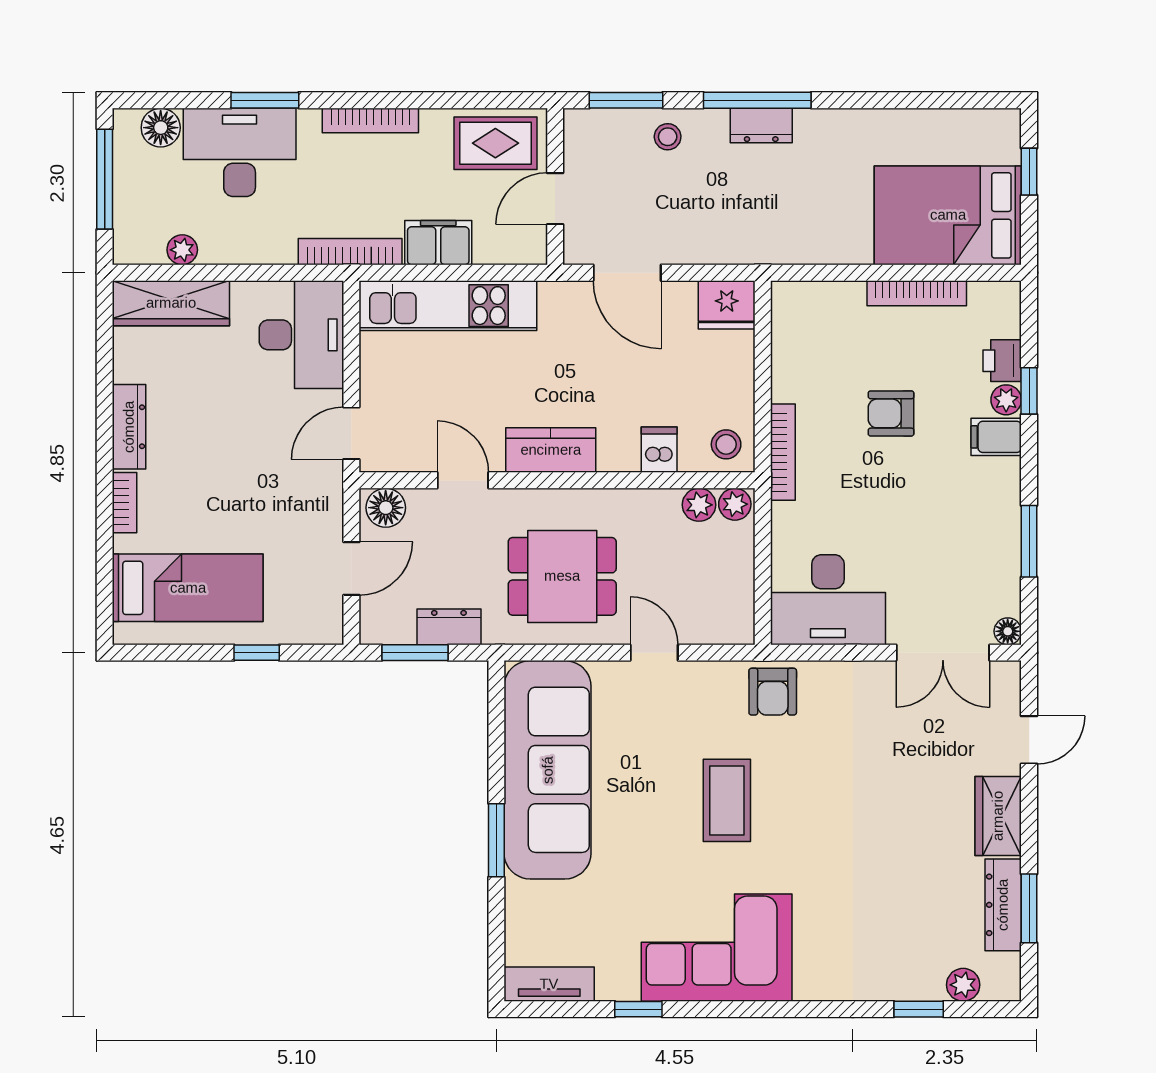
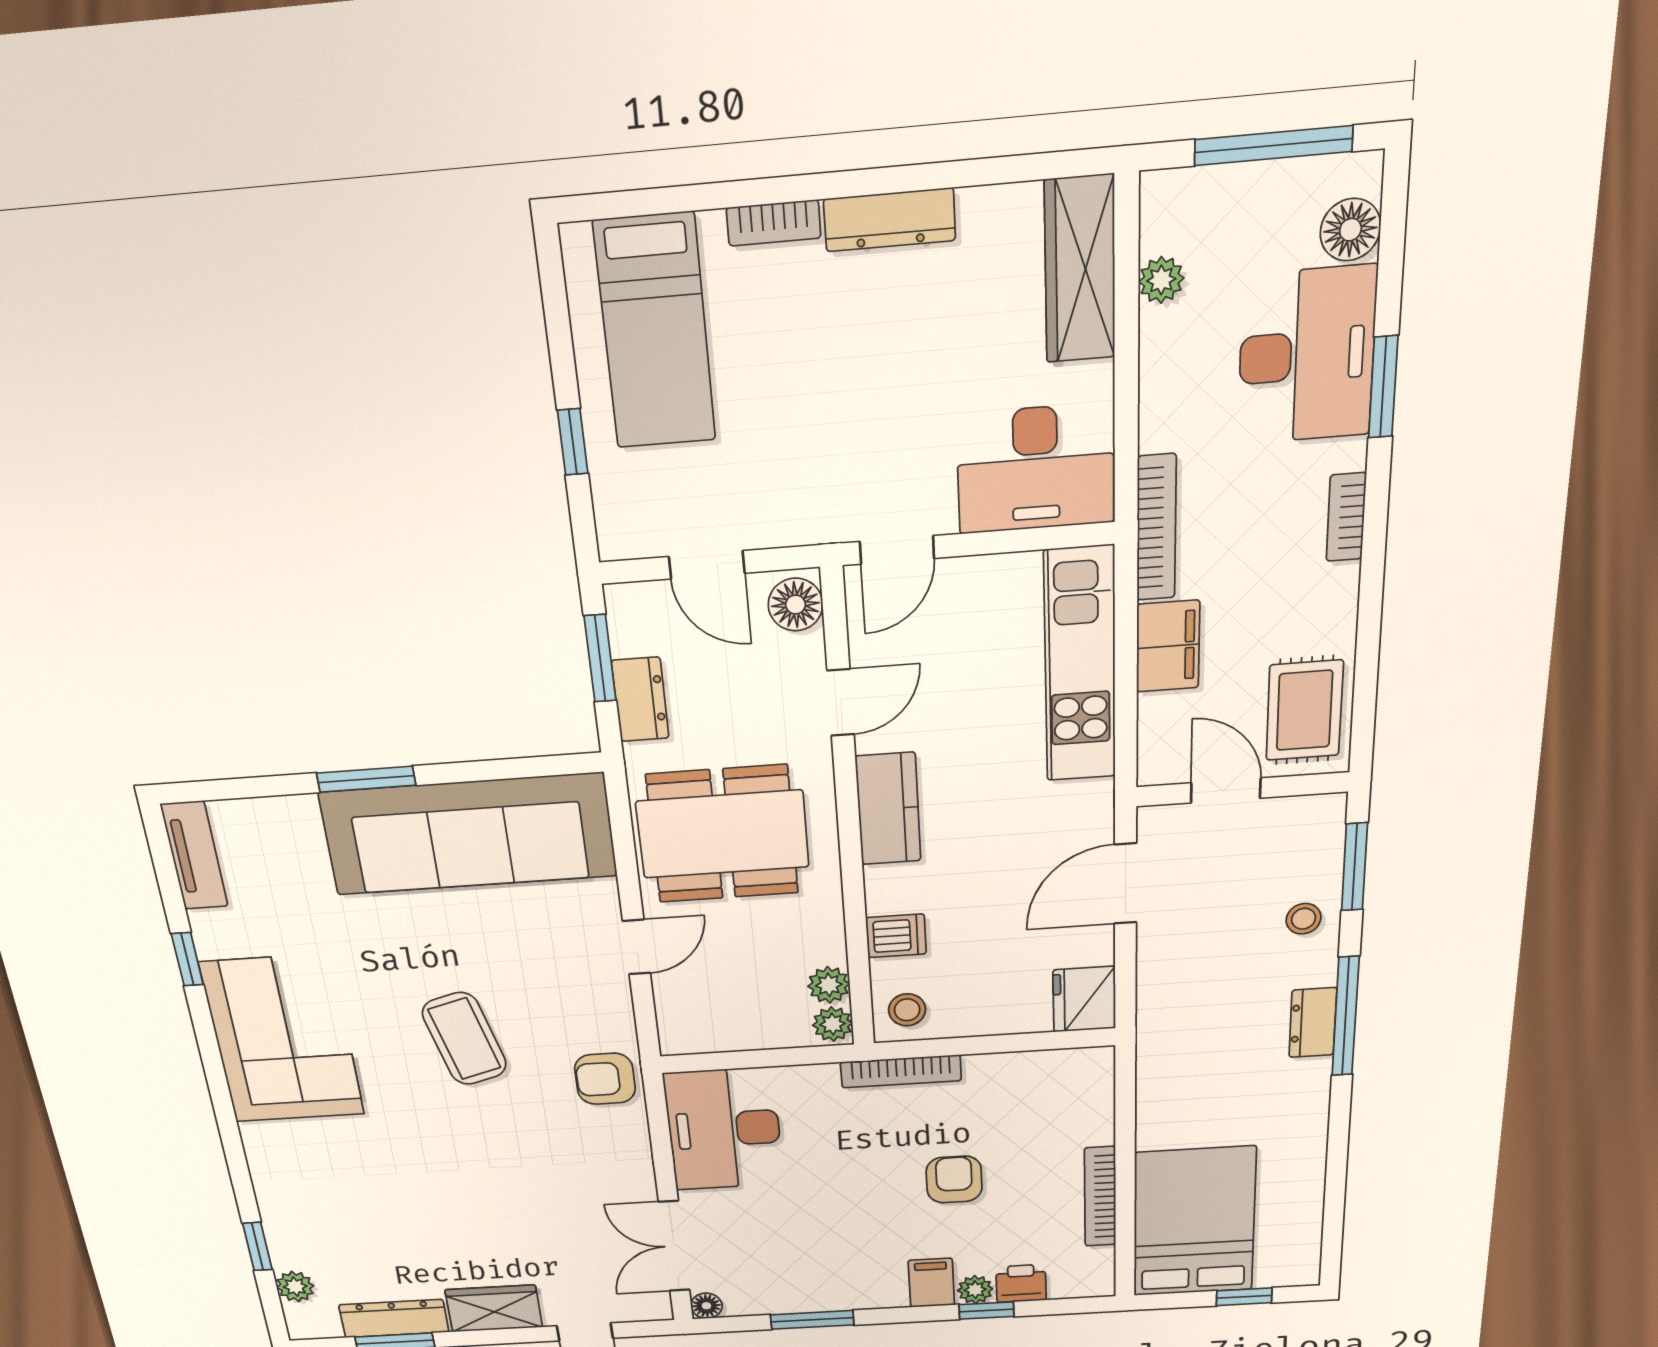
bookcase: (370, 120) -> (1346, 517), width x0.64
door: (351, 433) -> (897, 550), swing flipped
dining table: (562, 576) -> (723, 834), width x1.37
coffee table: (727, 800) -> (464, 1039), turned 75

